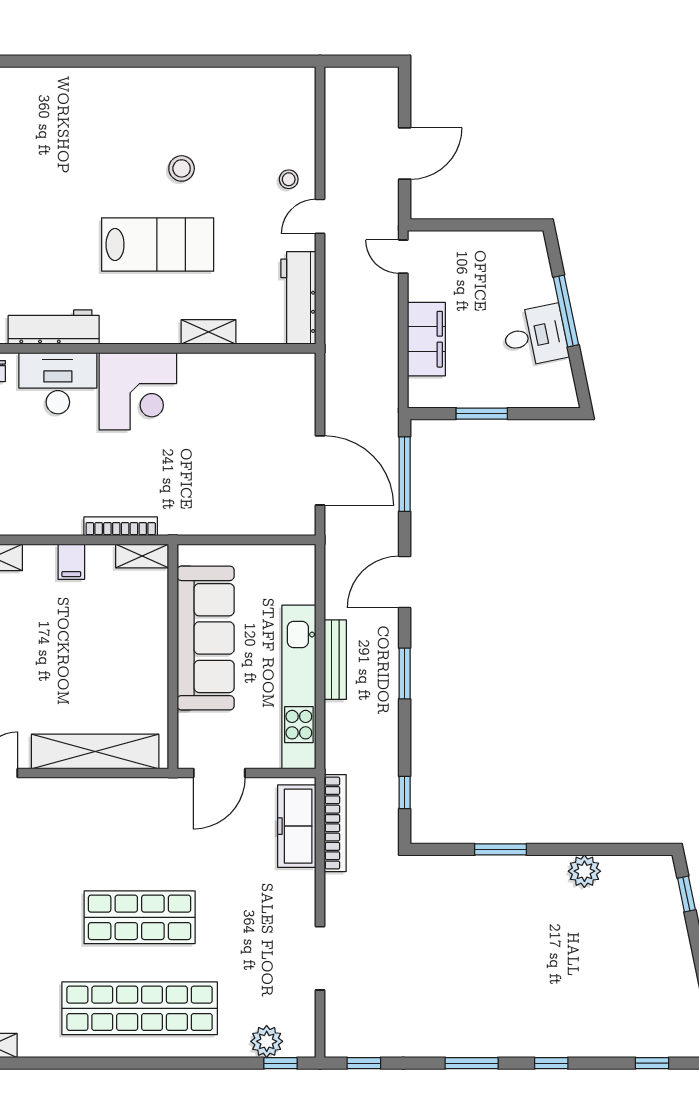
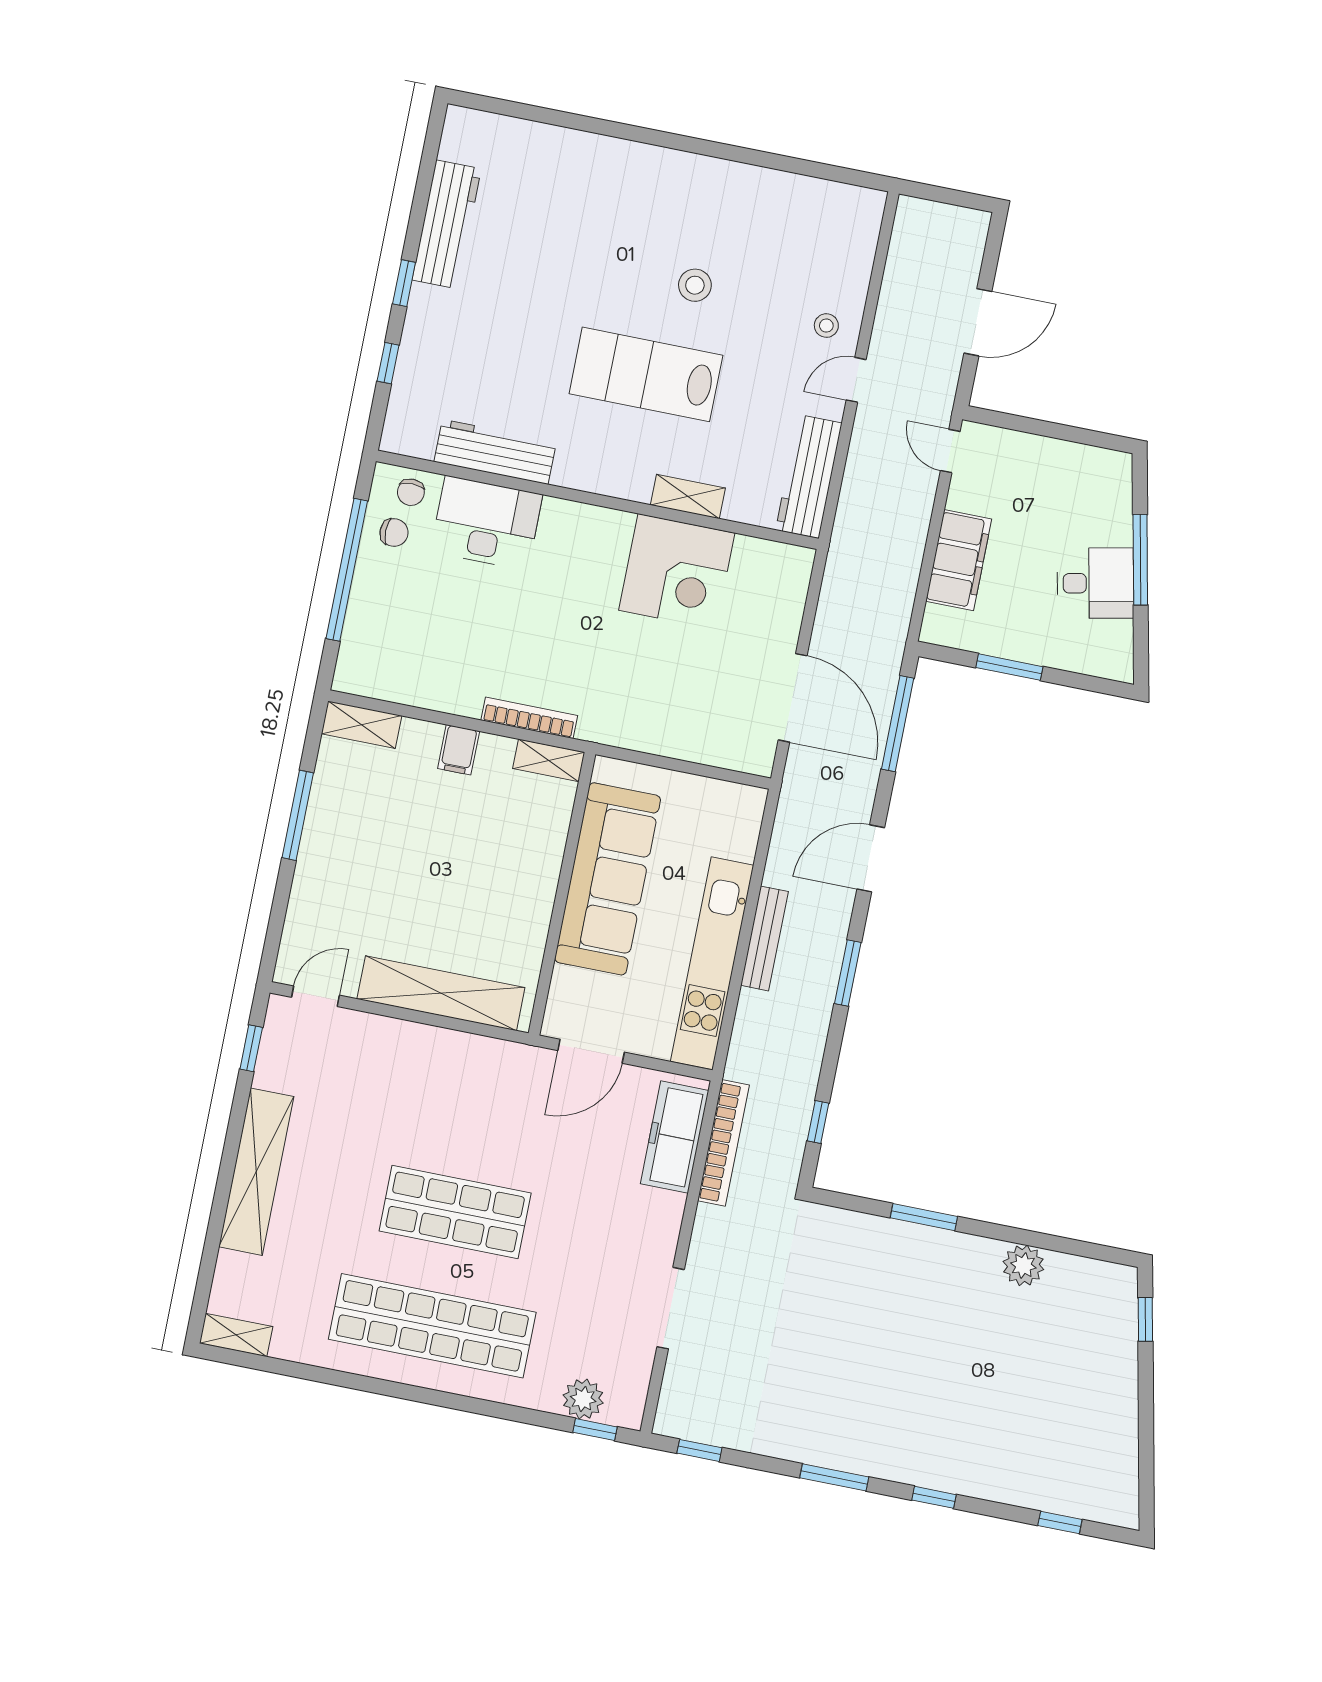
lab bench: (158, 245) -> (646, 374), turned 180
corner desk: (138, 391) -> (677, 572), moved

